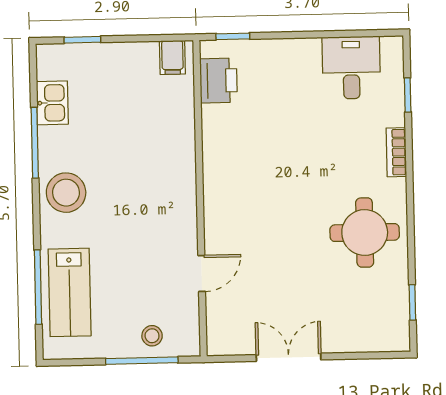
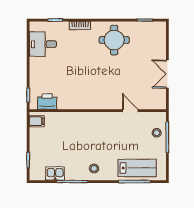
stool: (66, 193) -> (94, 169), width x0.53, depth x0.53

